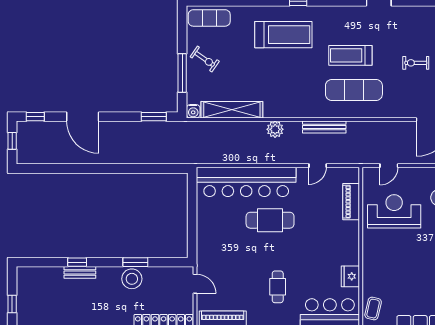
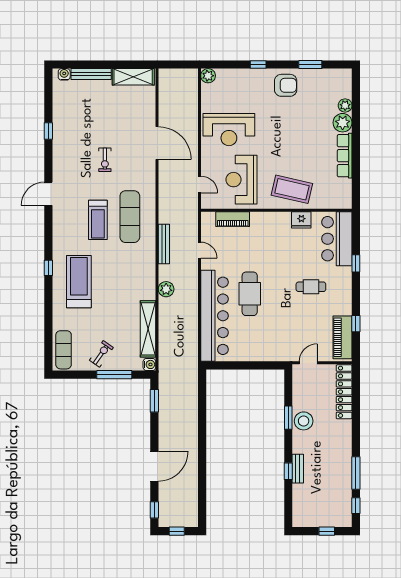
coffee table: (373, 309) -> (292, 189), moved, width x1.86, depth x1.72

